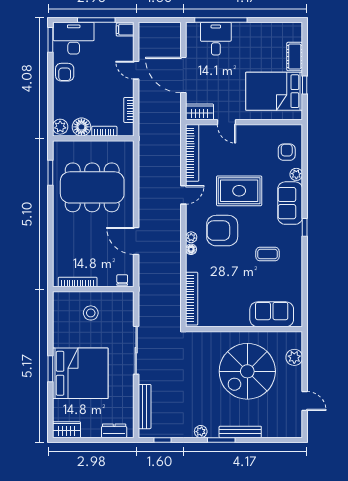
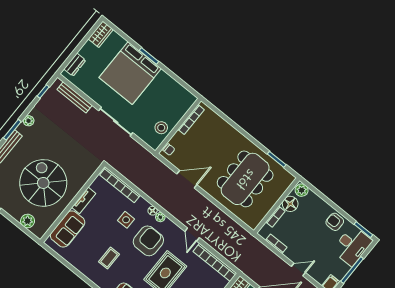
side table: (219, 267) -> (126, 220), added
stool: (91, 313) -> (161, 128), moved
tv unit: (233, 321) -> (84, 200), added

